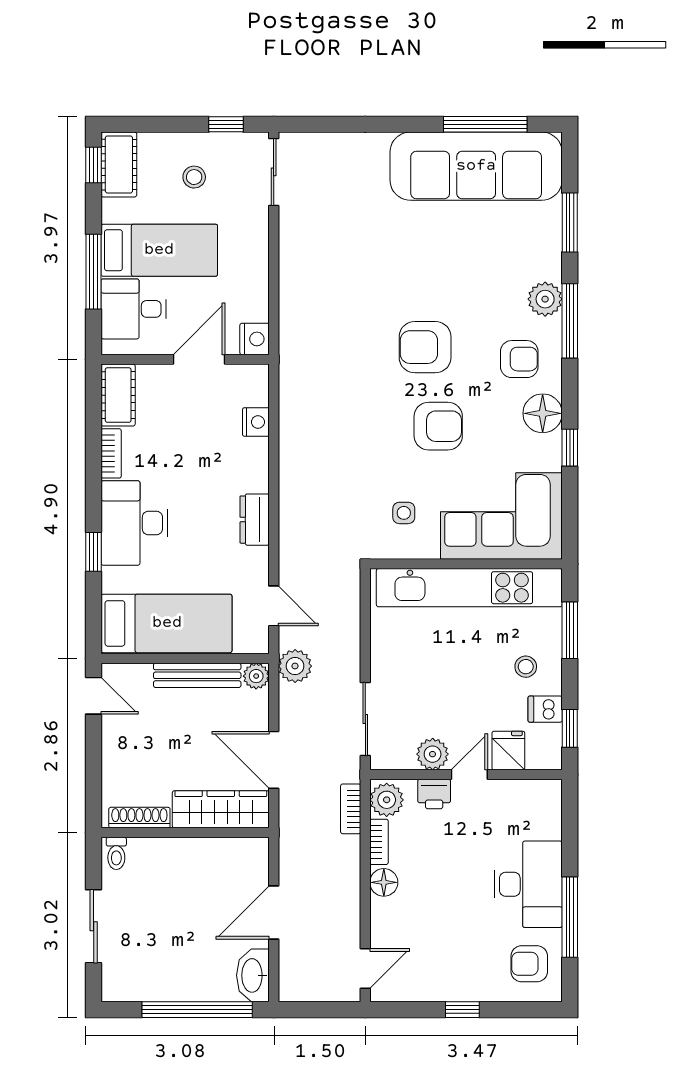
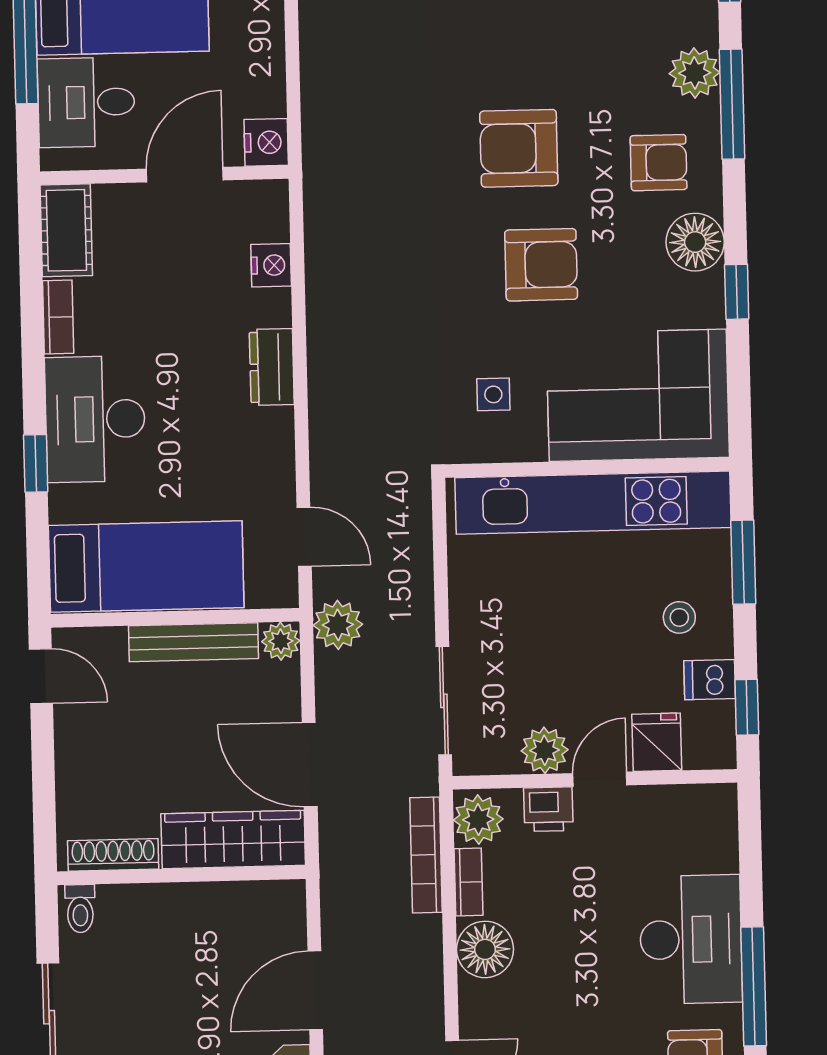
dresser: (255, 520) -> (272, 367), moved
bookcase: (351, 809) -> (426, 855), width x1.56
floor lamp: (384, 882) -> (485, 949), width x1.38, depth x1.38

